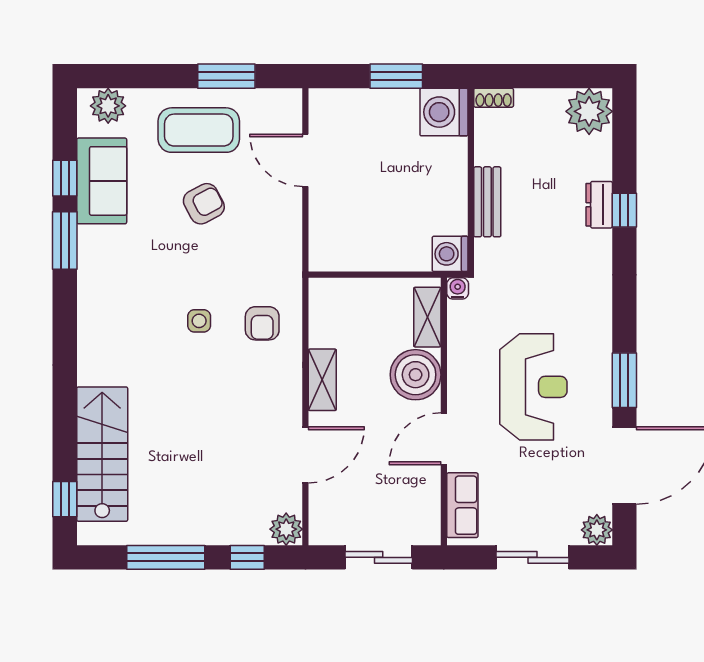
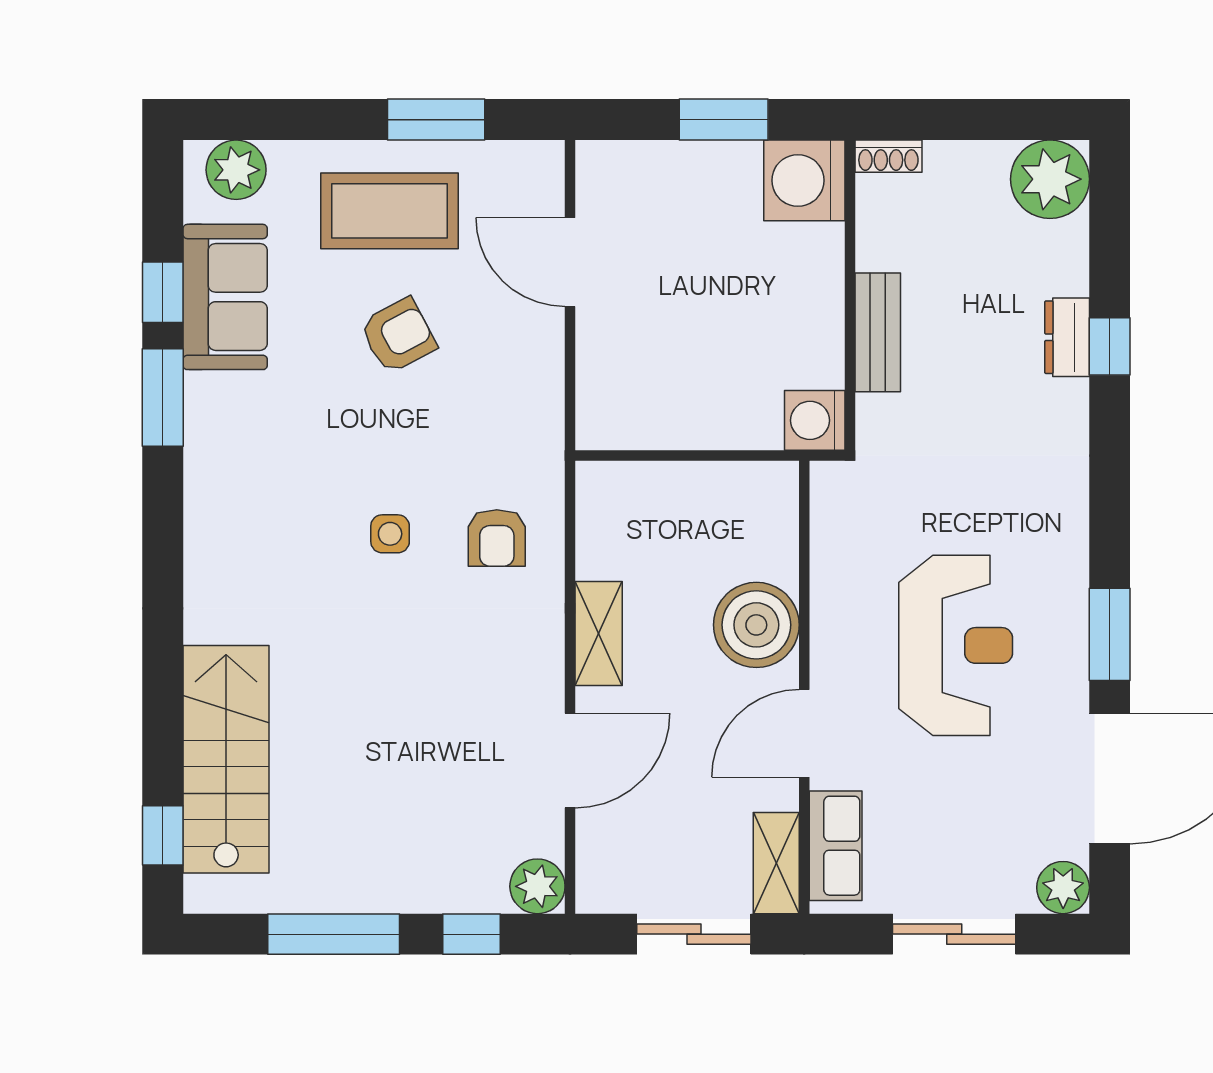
water cooler: (458, 288) -> (828, 479), removed
shelving: (427, 317) -> (776, 863), moved

